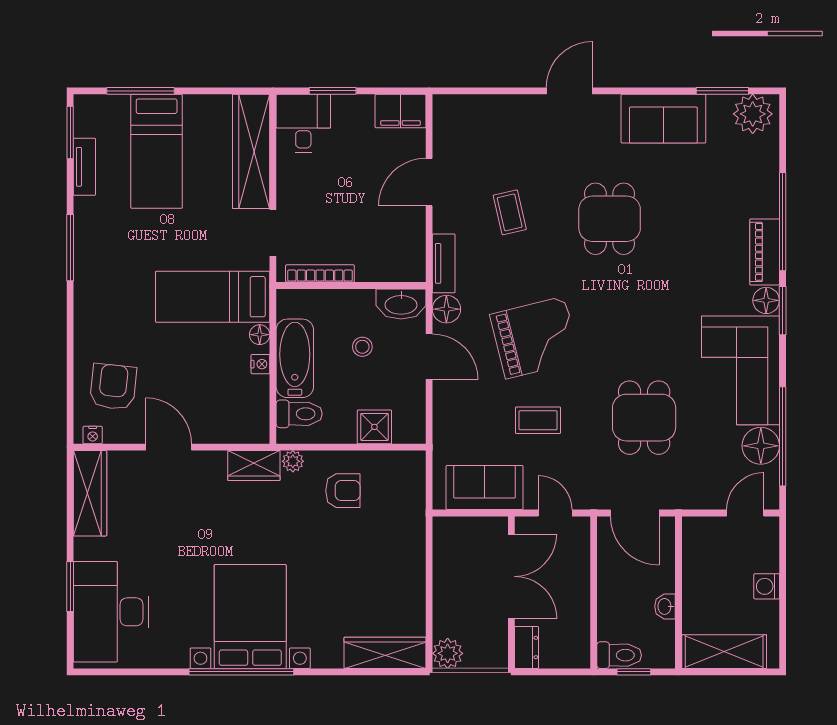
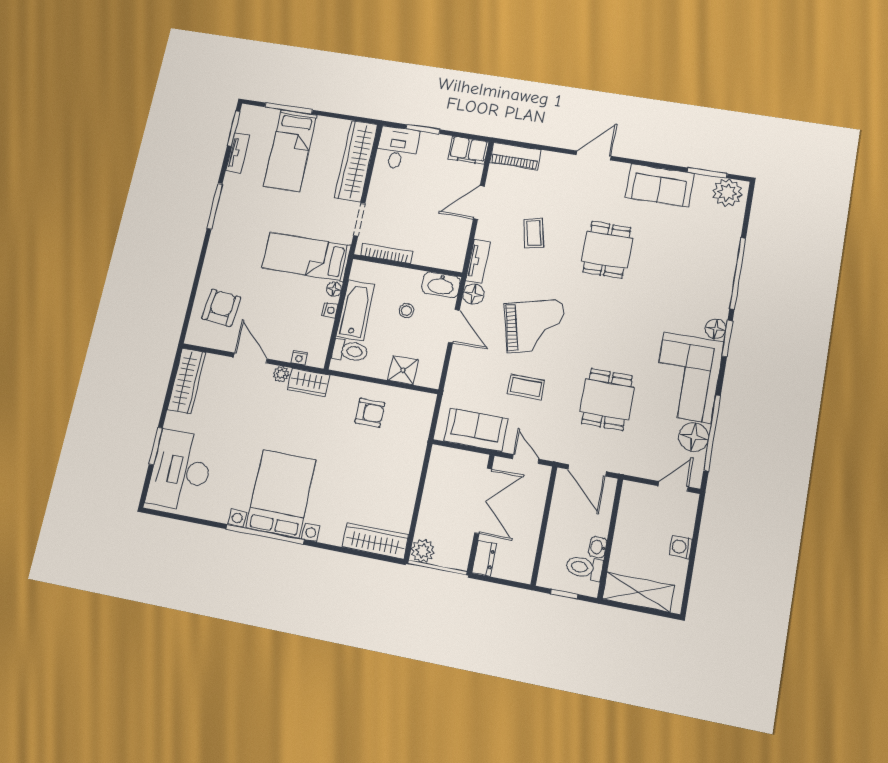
piano: (765, 252) -> (515, 156), moved, turned -90
nightstand: (93, 435) -> (299, 358), moved
plant: (293, 461) -> (281, 374), moved
toilet: (619, 655) -> (584, 568), moved, turned 180

